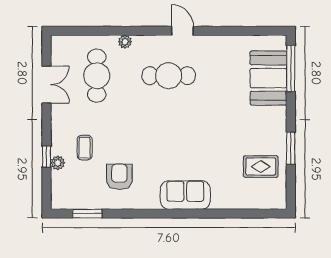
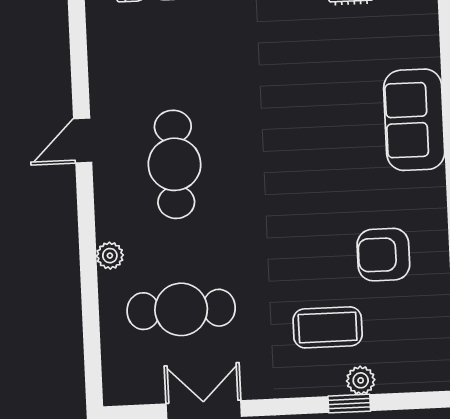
coffee table: (85, 148) -> (328, 327), width x1.36, depth x1.30

